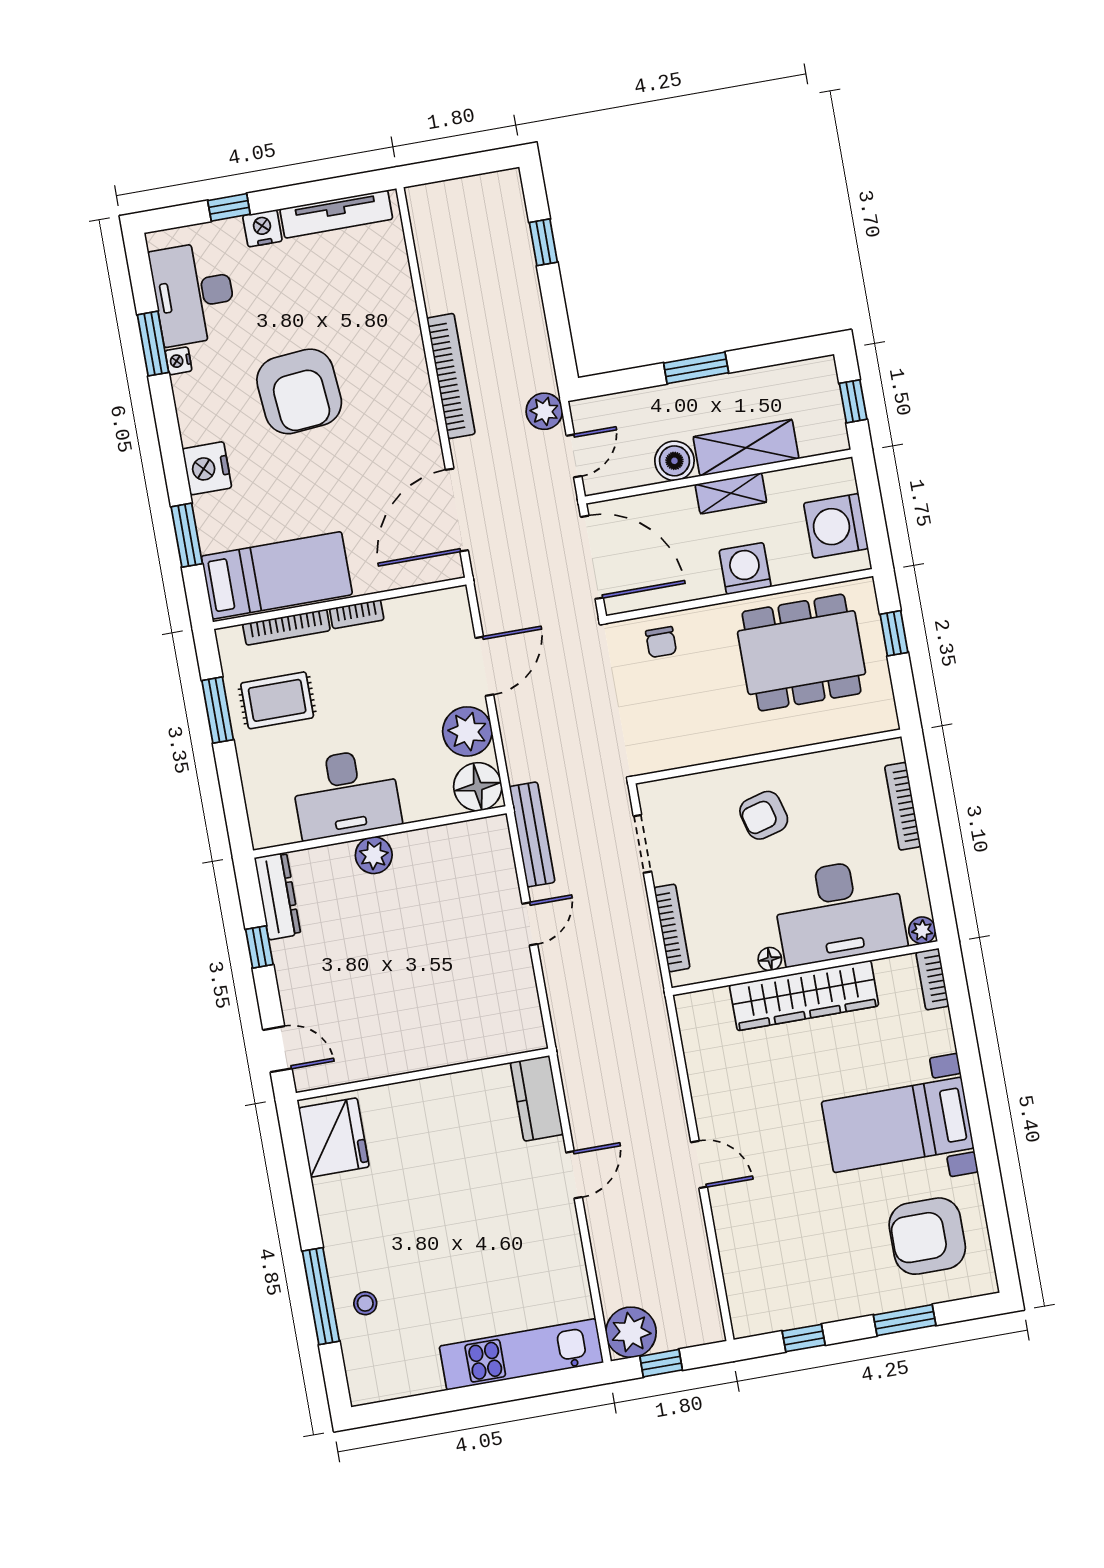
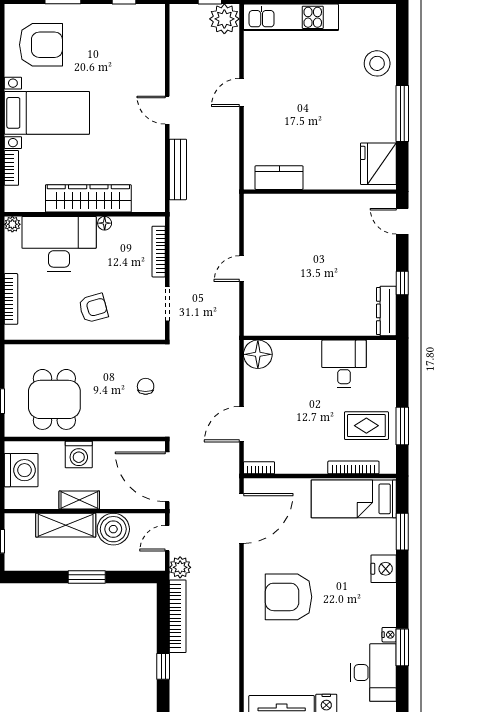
bookcase: (451, 376) -> (178, 616), moved, turned 180
armchair: (299, 391) -> (289, 597), moved, turned -85
boiler: (674, 461) -> (113, 529), width x1.37, depth x1.37
bookcase: (357, 614) -> (259, 468), moved
chair: (661, 642) -> (146, 386), moved
dining table: (802, 653) -> (54, 399), width x0.73
plant: (467, 731) -> (258, 388), removed
desk: (346, 794) -> (344, 364), width x0.73
bench: (532, 834) -> (178, 169), moved
plant: (374, 855) -> (326, 325), removed
bookcase: (932, 979) -> (11, 168), moved
kitchen counter: (537, 1098) -> (279, 178), moved, turned -90
door: (574, 1175) -> (241, 92), moved
window: (321, 1296) -> (402, 113), moved
stool: (365, 1303) -> (377, 63), width x1.89, depth x1.89

